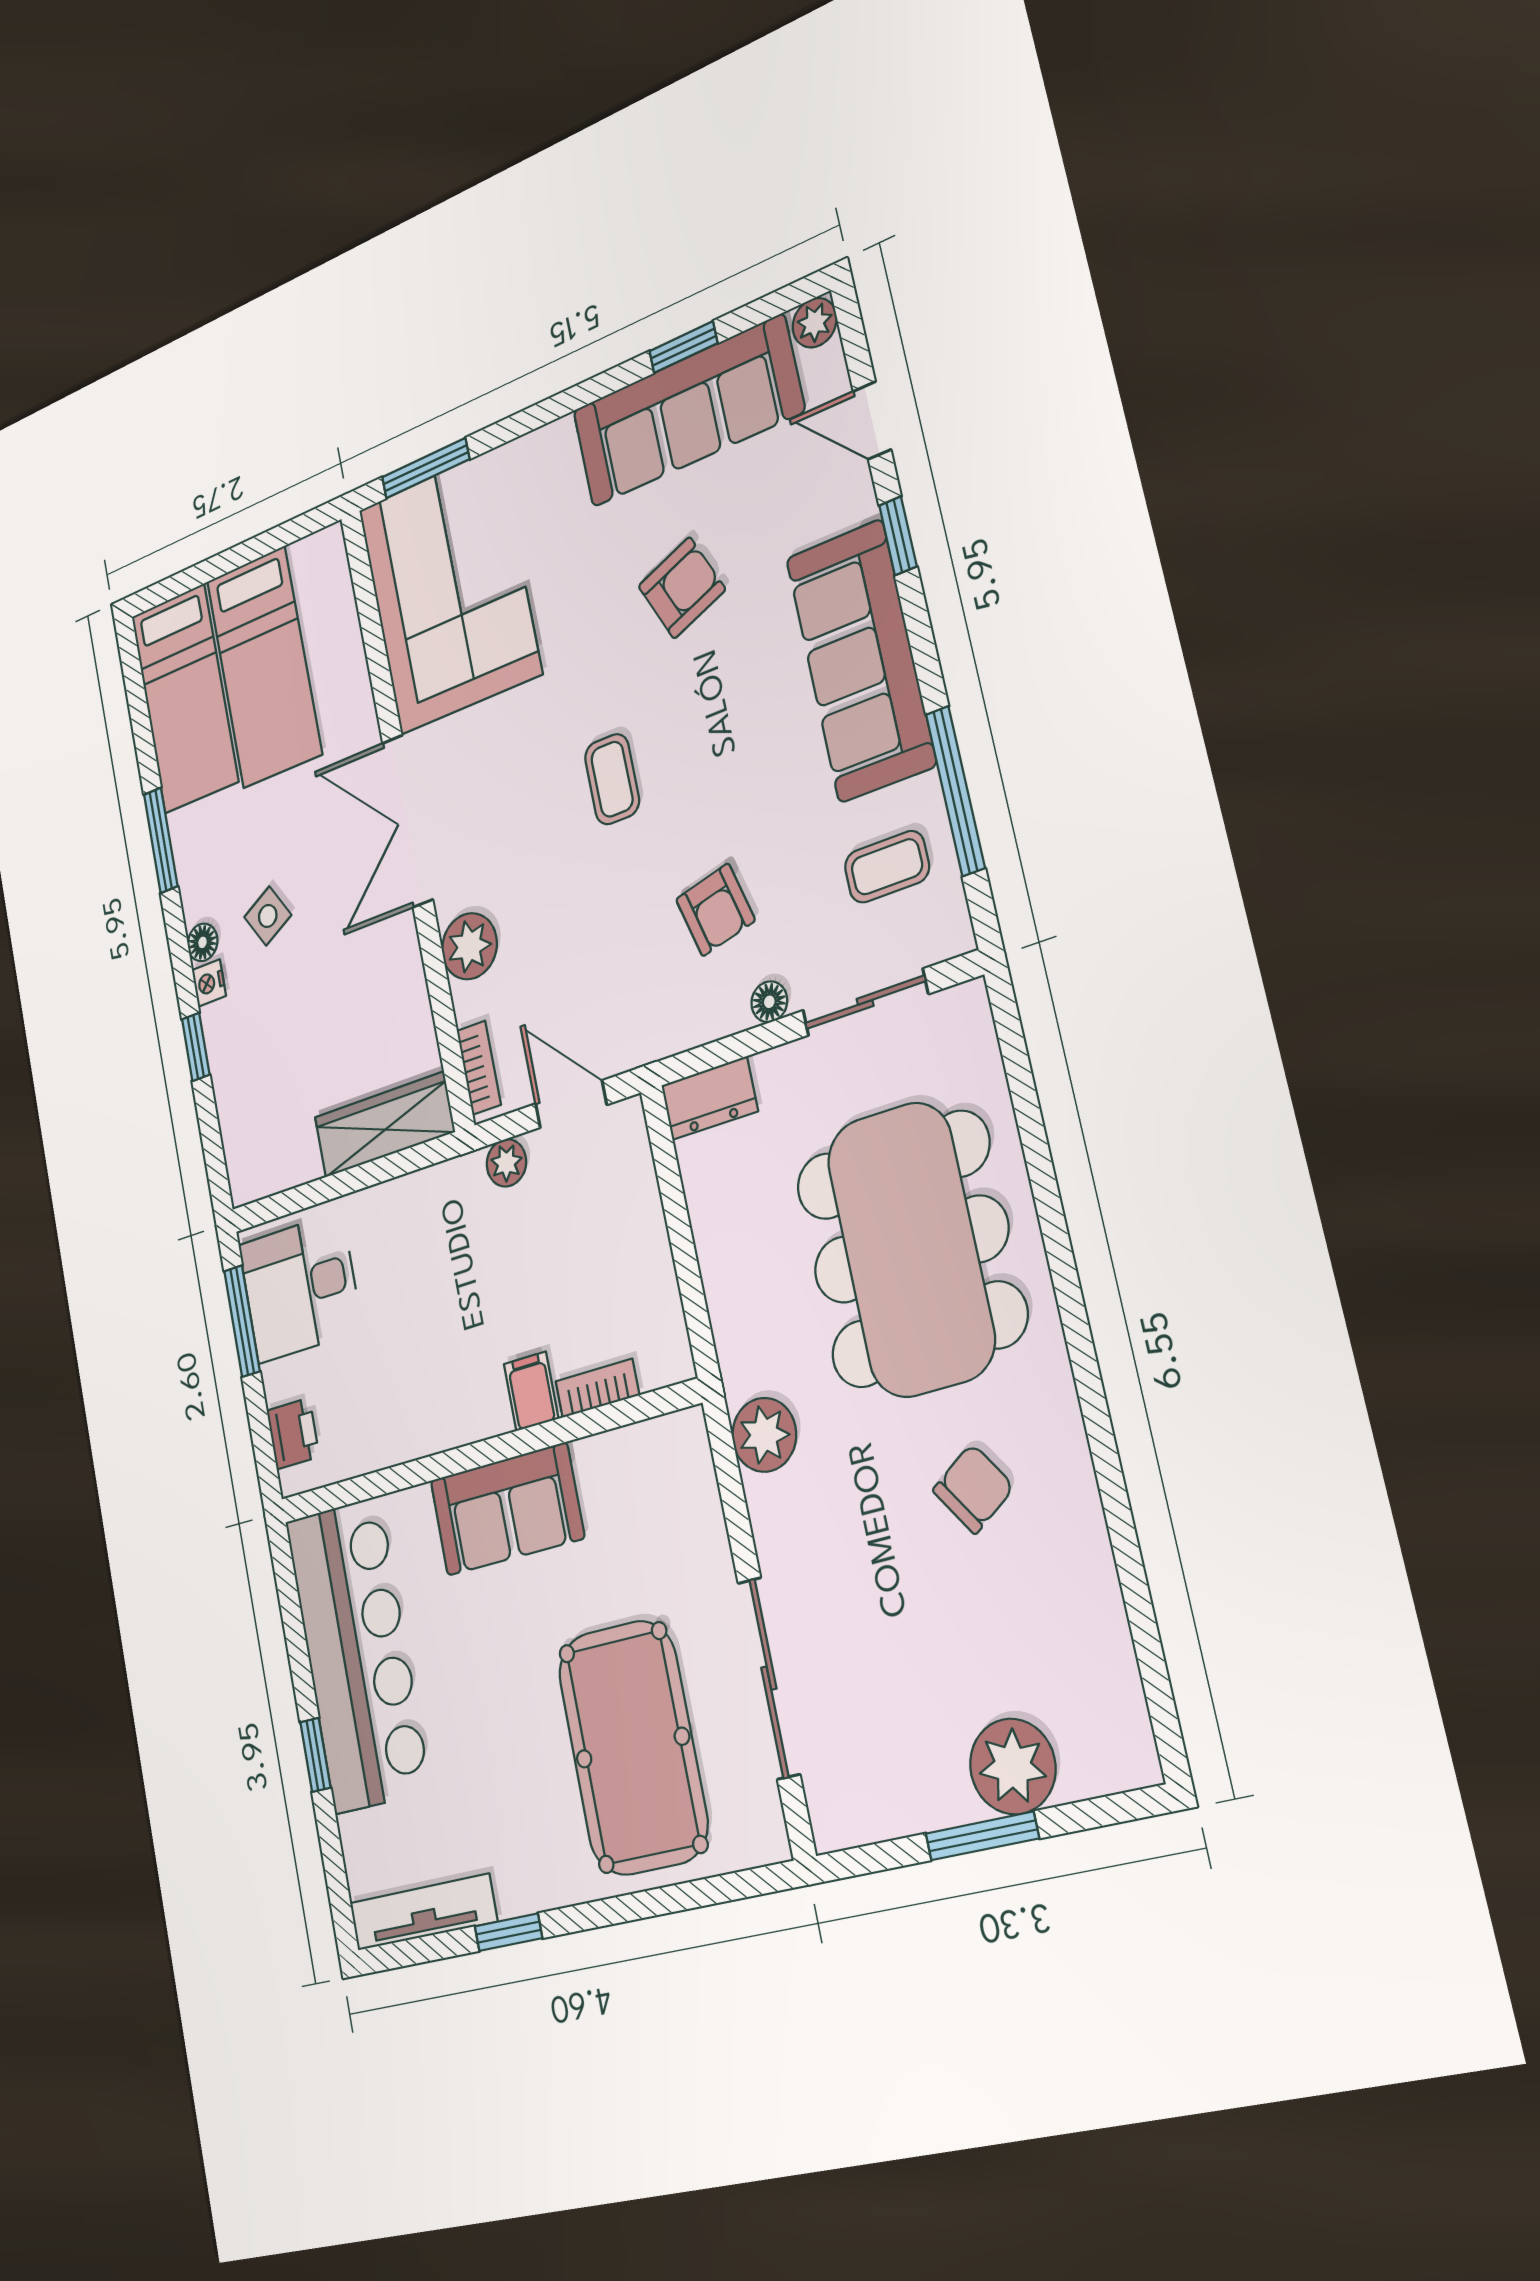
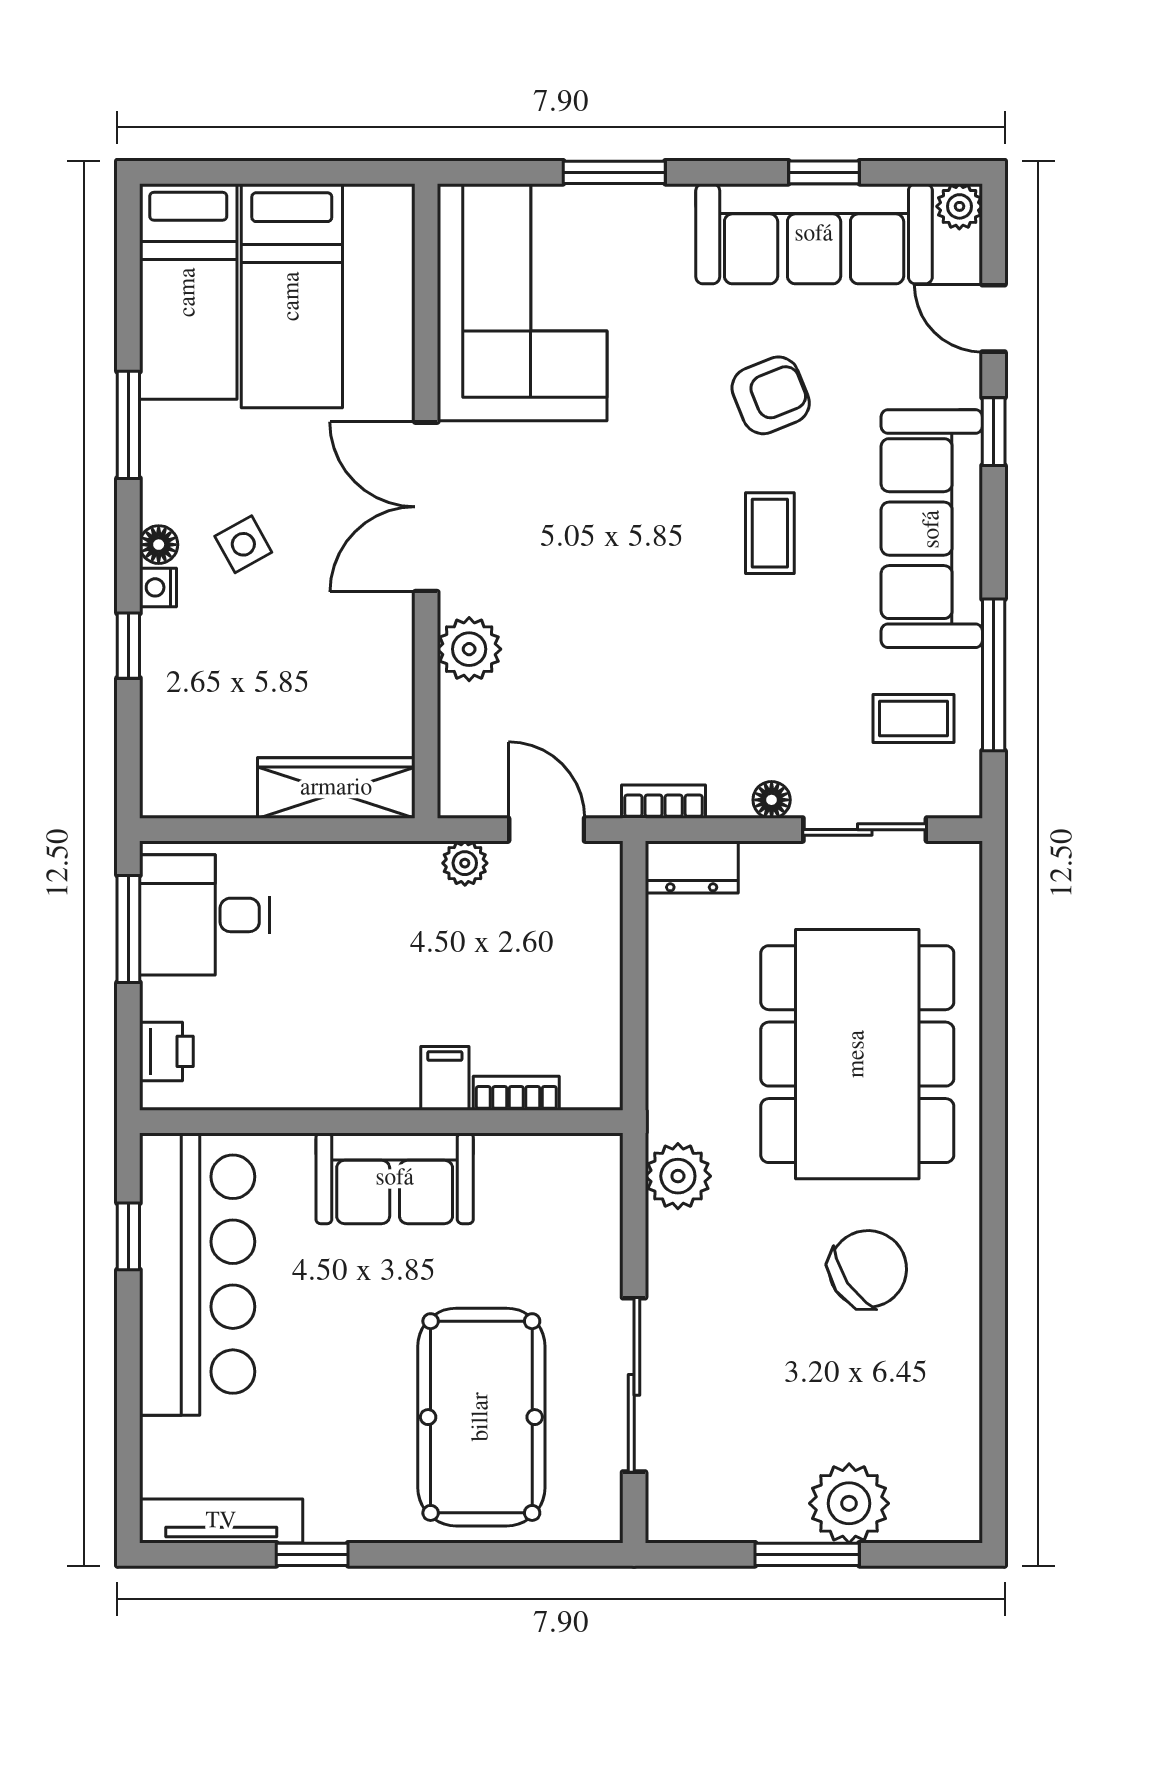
window: (426, 468) -> (614, 172), moved
coffee table: (612, 779) -> (770, 533), moved
armchair: (715, 910) -> (737, 701), removed
bookcase: (479, 1068) -> (664, 802), moved, turned -90
chair: (973, 1489) -> (868, 1269), width x1.37, depth x1.37
window: (315, 1755) -> (128, 1236), moved

